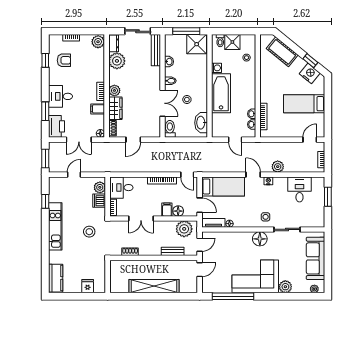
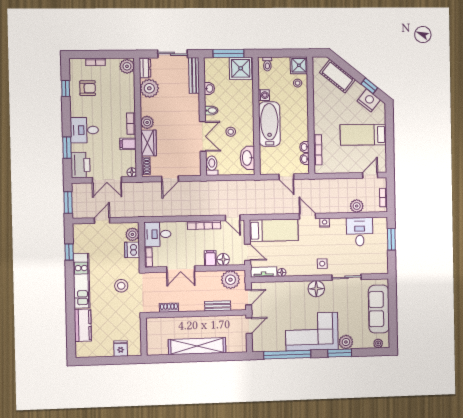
shower: (232, 42) -> (299, 65), moved
plant: (278, 167) -> (357, 206), moved
kitchen counter: (56, 278) -> (83, 325), moved
window: (280, 296) -> (340, 353), added

